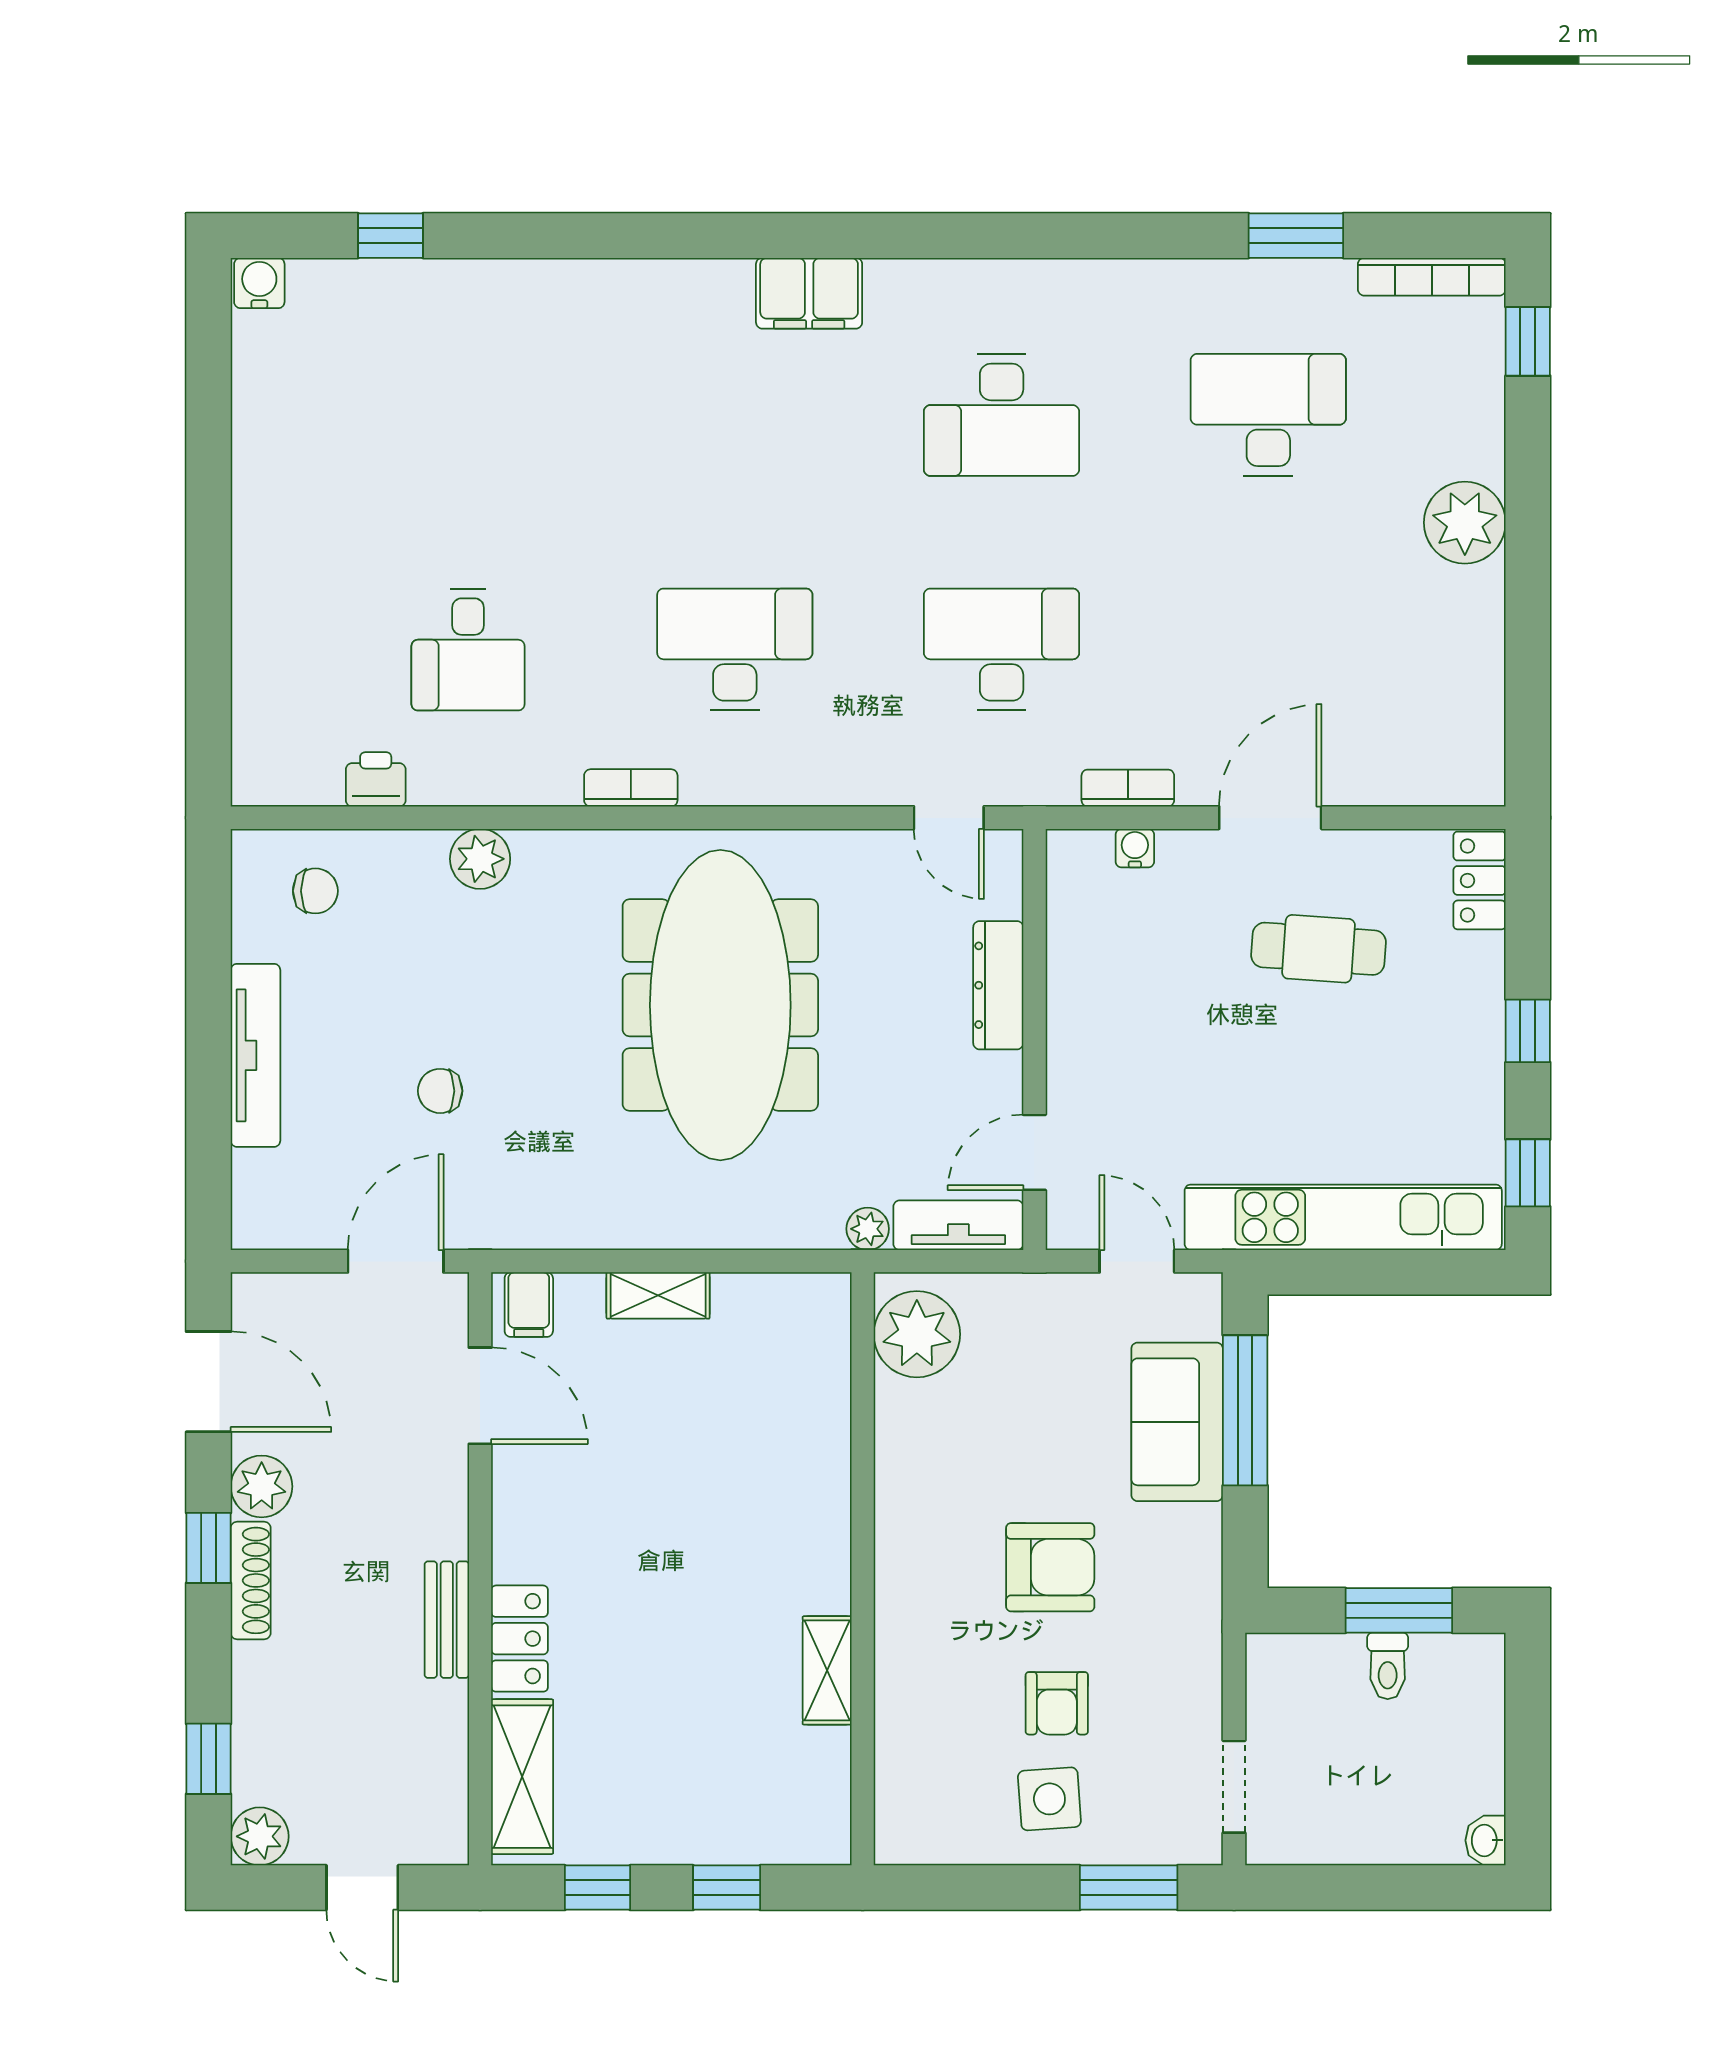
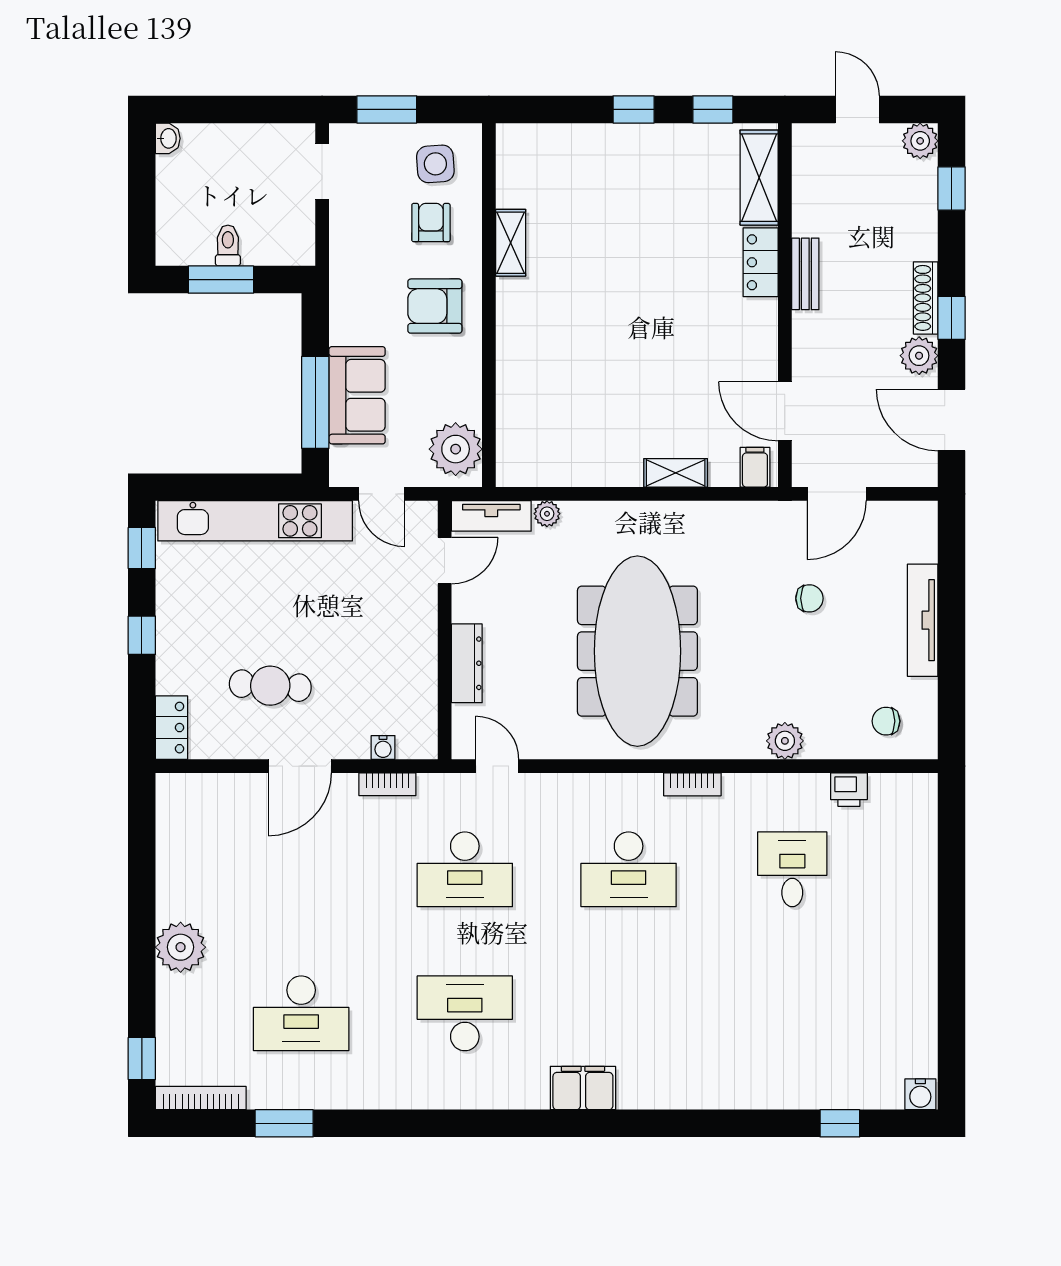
plant: (917, 1334) -> (456, 449), moved
wall: (863, 1569) -> (489, 305), moved
shelving: (827, 1670) -> (511, 243), moved

